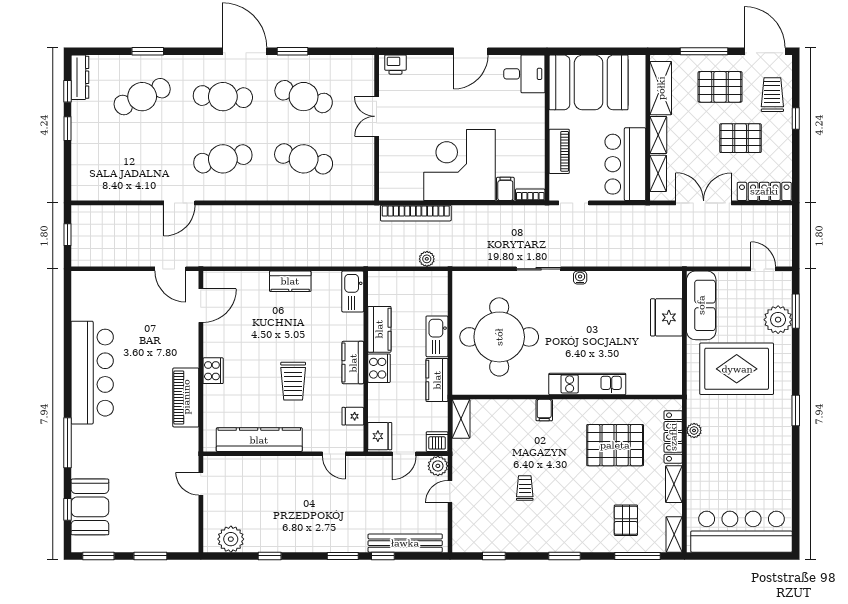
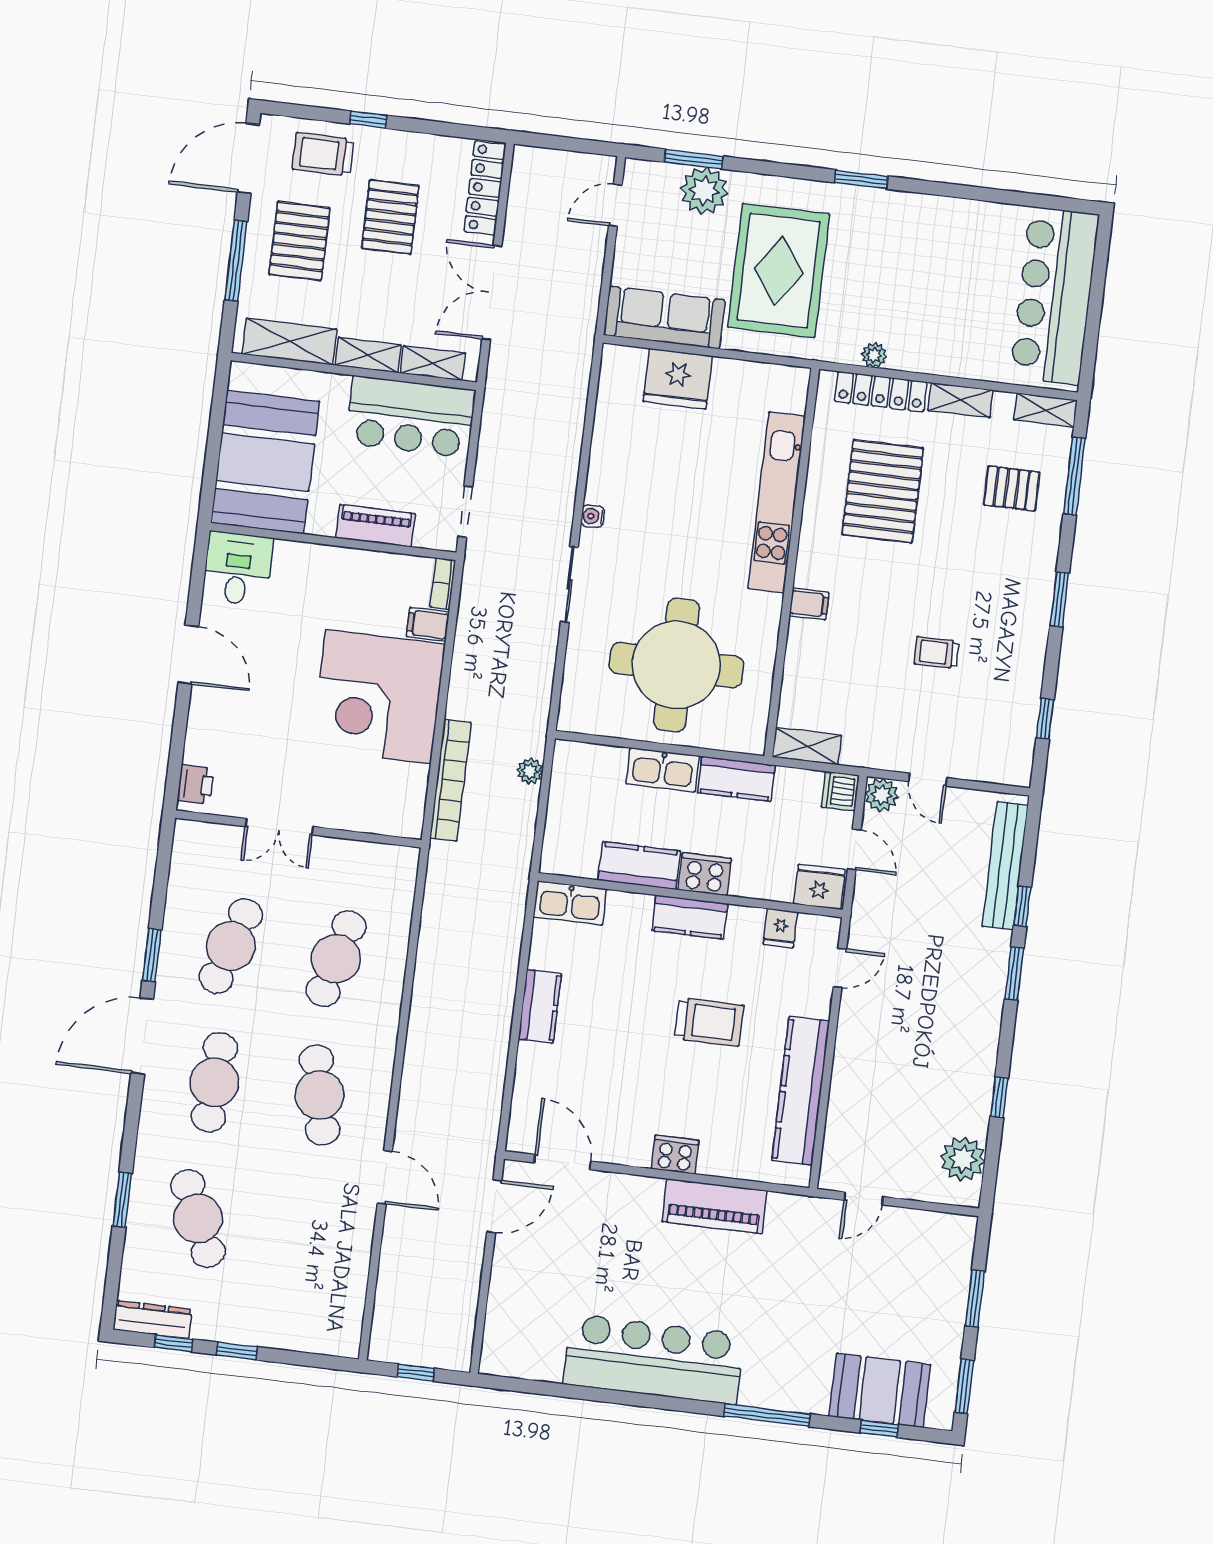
kitchen unit: (587, 384) -> (777, 502), width x1.36

